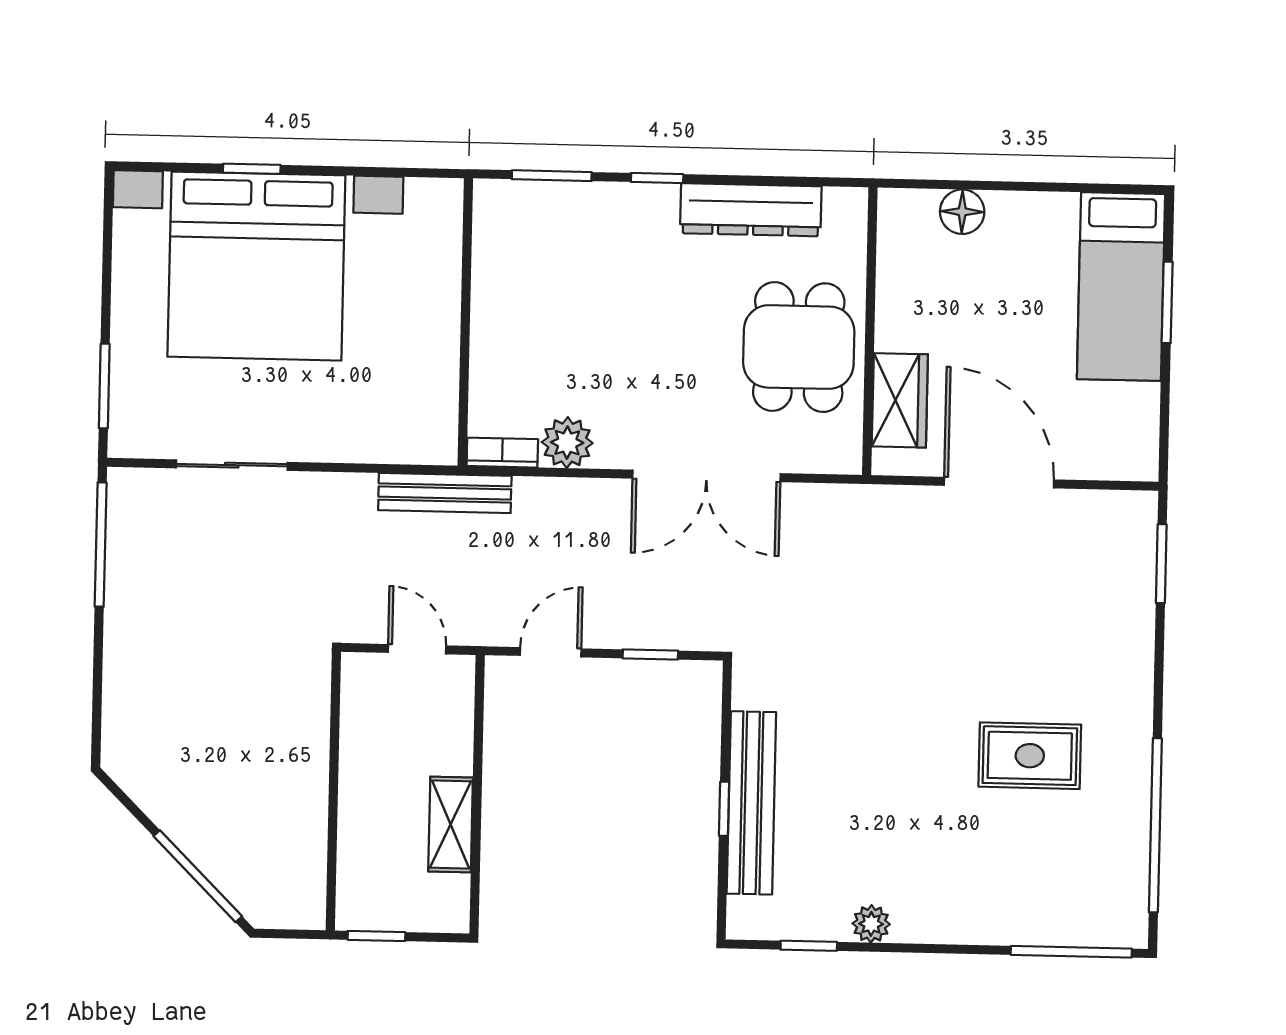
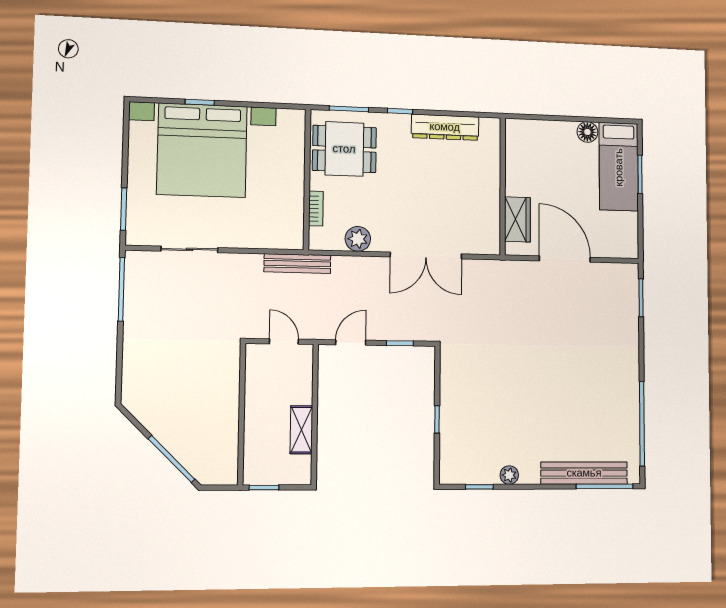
floor lamp: (962, 212) -> (587, 132), moved
dining table: (799, 347) -> (344, 149), moved, turned 90
bookcase: (502, 453) -> (316, 209), moved, turned 90
rug: (1030, 756) -> (583, 391), removed
bench: (751, 803) -> (584, 473), moved, turned 90

